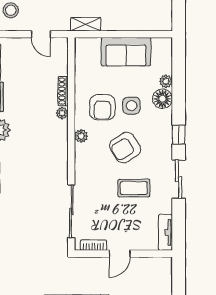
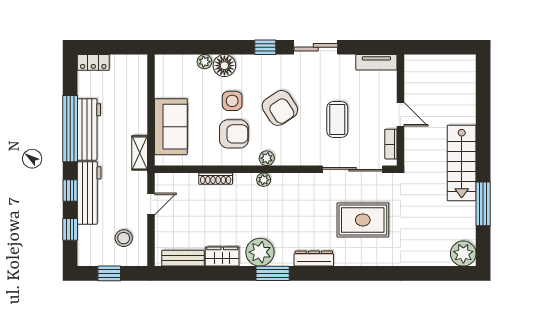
sofa: (126, 52) -> (171, 127), moved
plant: (62, 113) -> (264, 180), moved
coffee table: (134, 188) -> (337, 120), moved
rug: (27, 220) -> (363, 220), added

